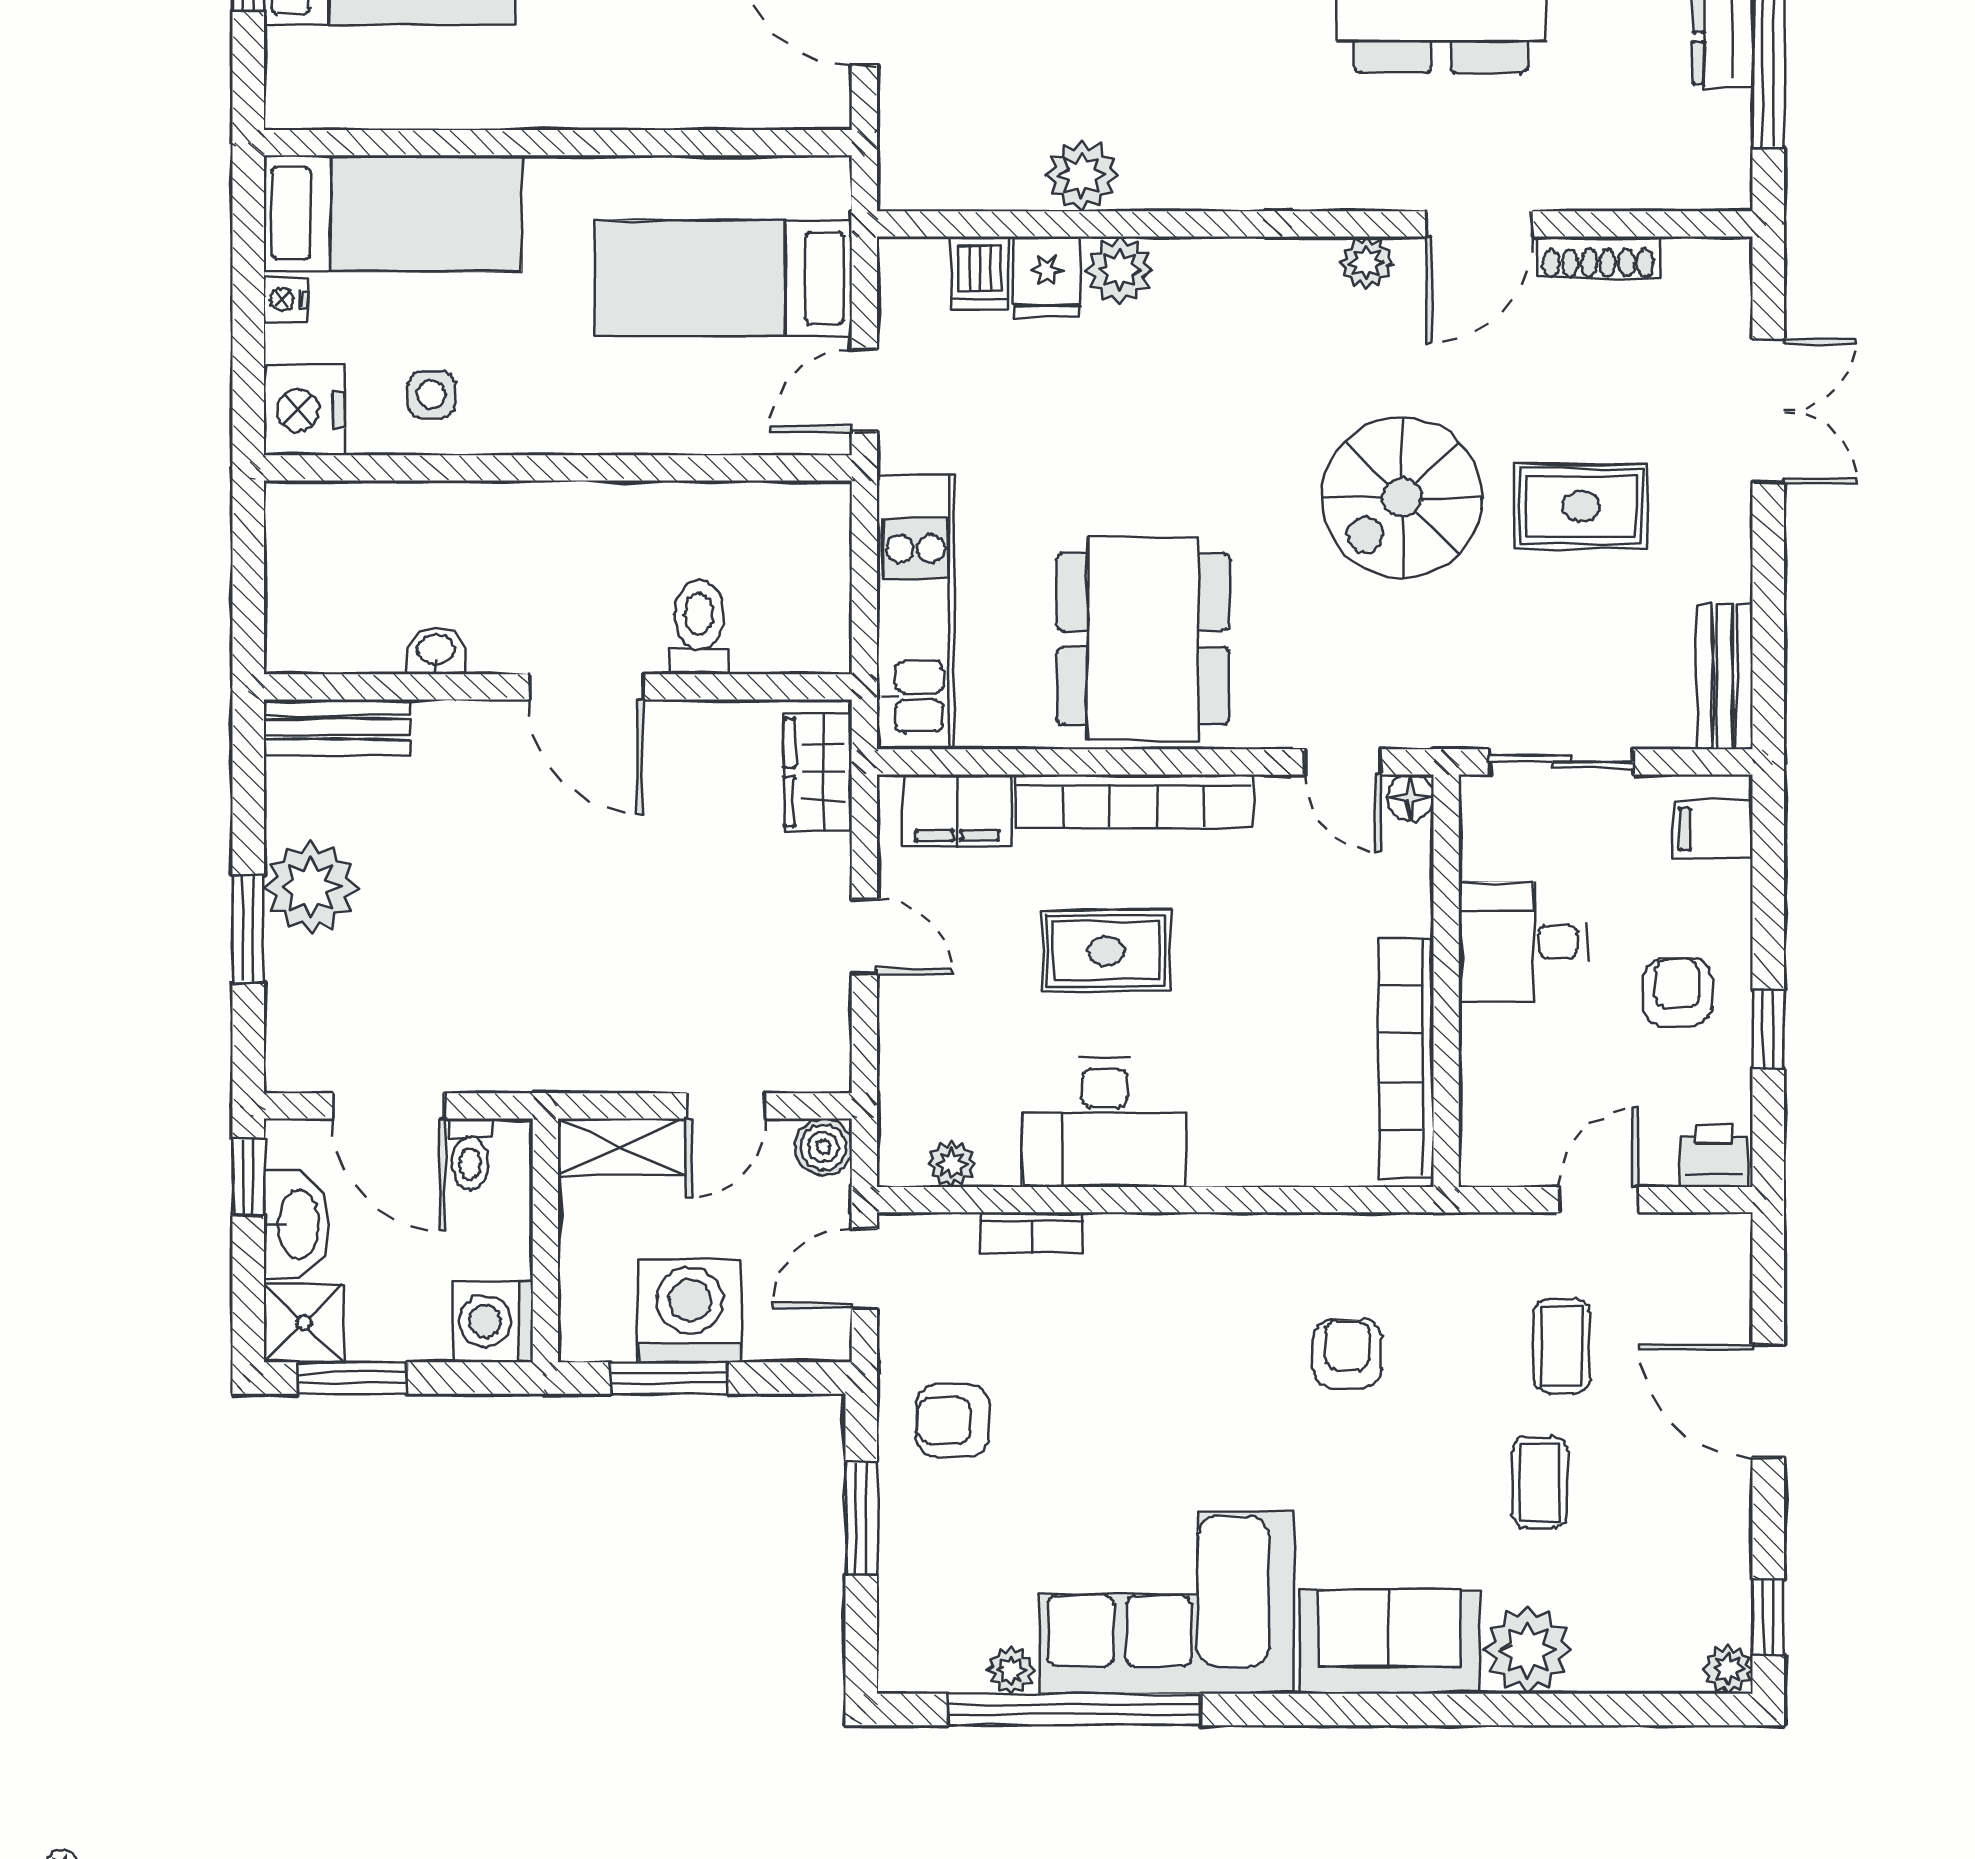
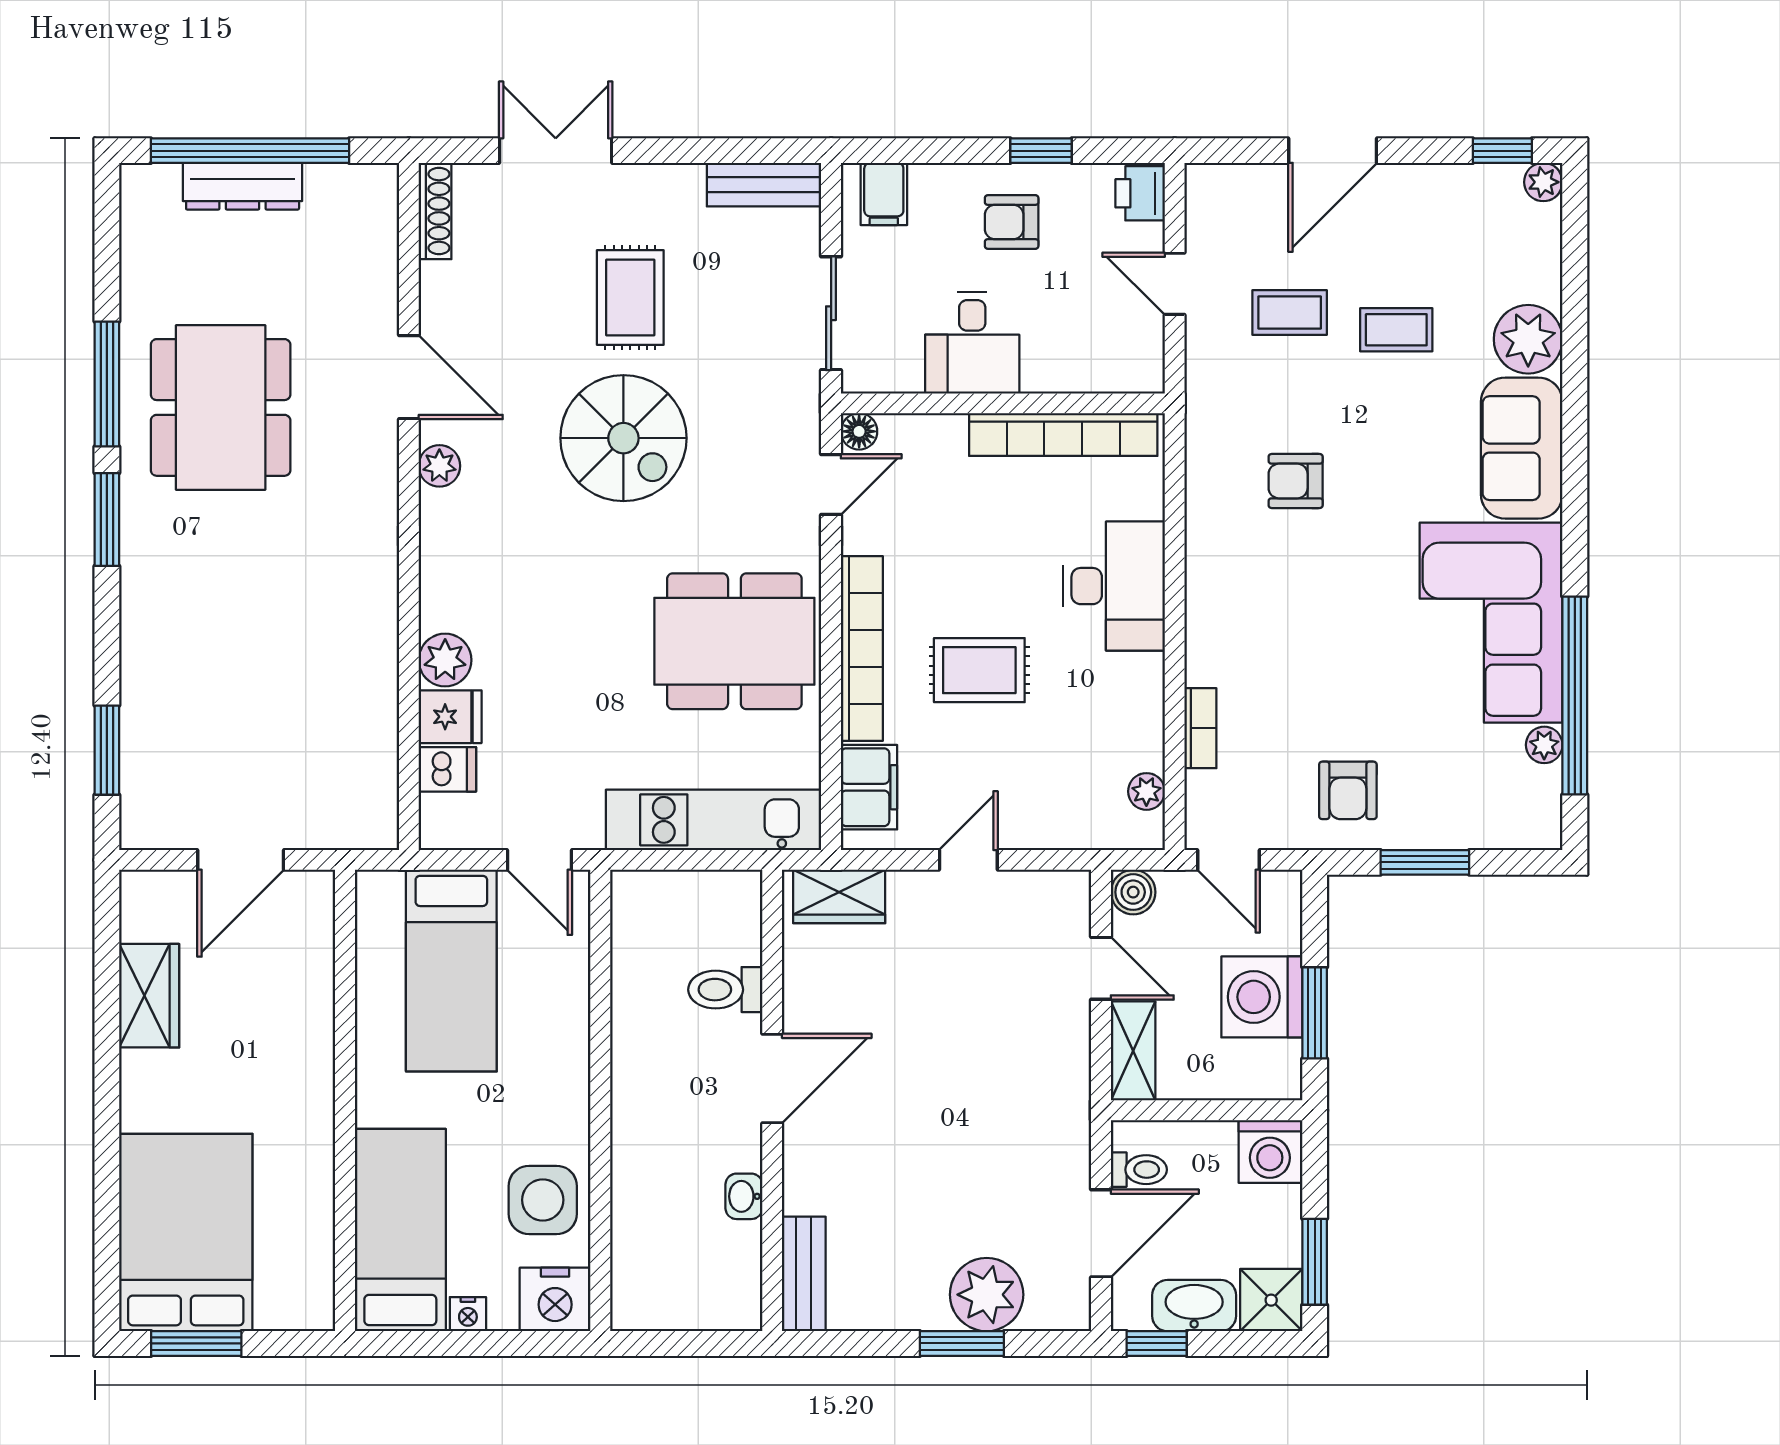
plant: (1082, 175) -> (371, 689), removed
shoe rack: (1598, 257) -> (435, 211), moved
side table: (431, 395) -> (543, 1200), width x1.87, depth x1.87
plant: (311, 887) -> (987, 1295), moved
rug: (1106, 951) -> (979, 670), turned 90
desk: (1105, 1123) -> (1114, 586), moved

